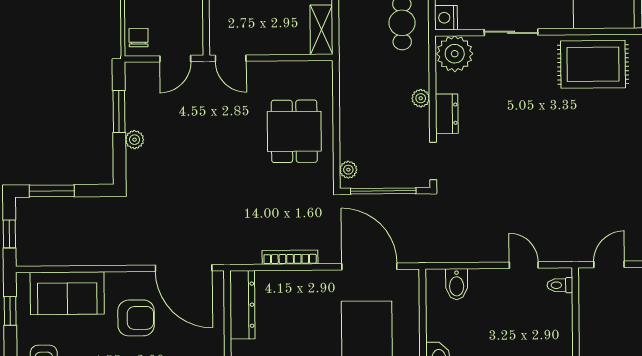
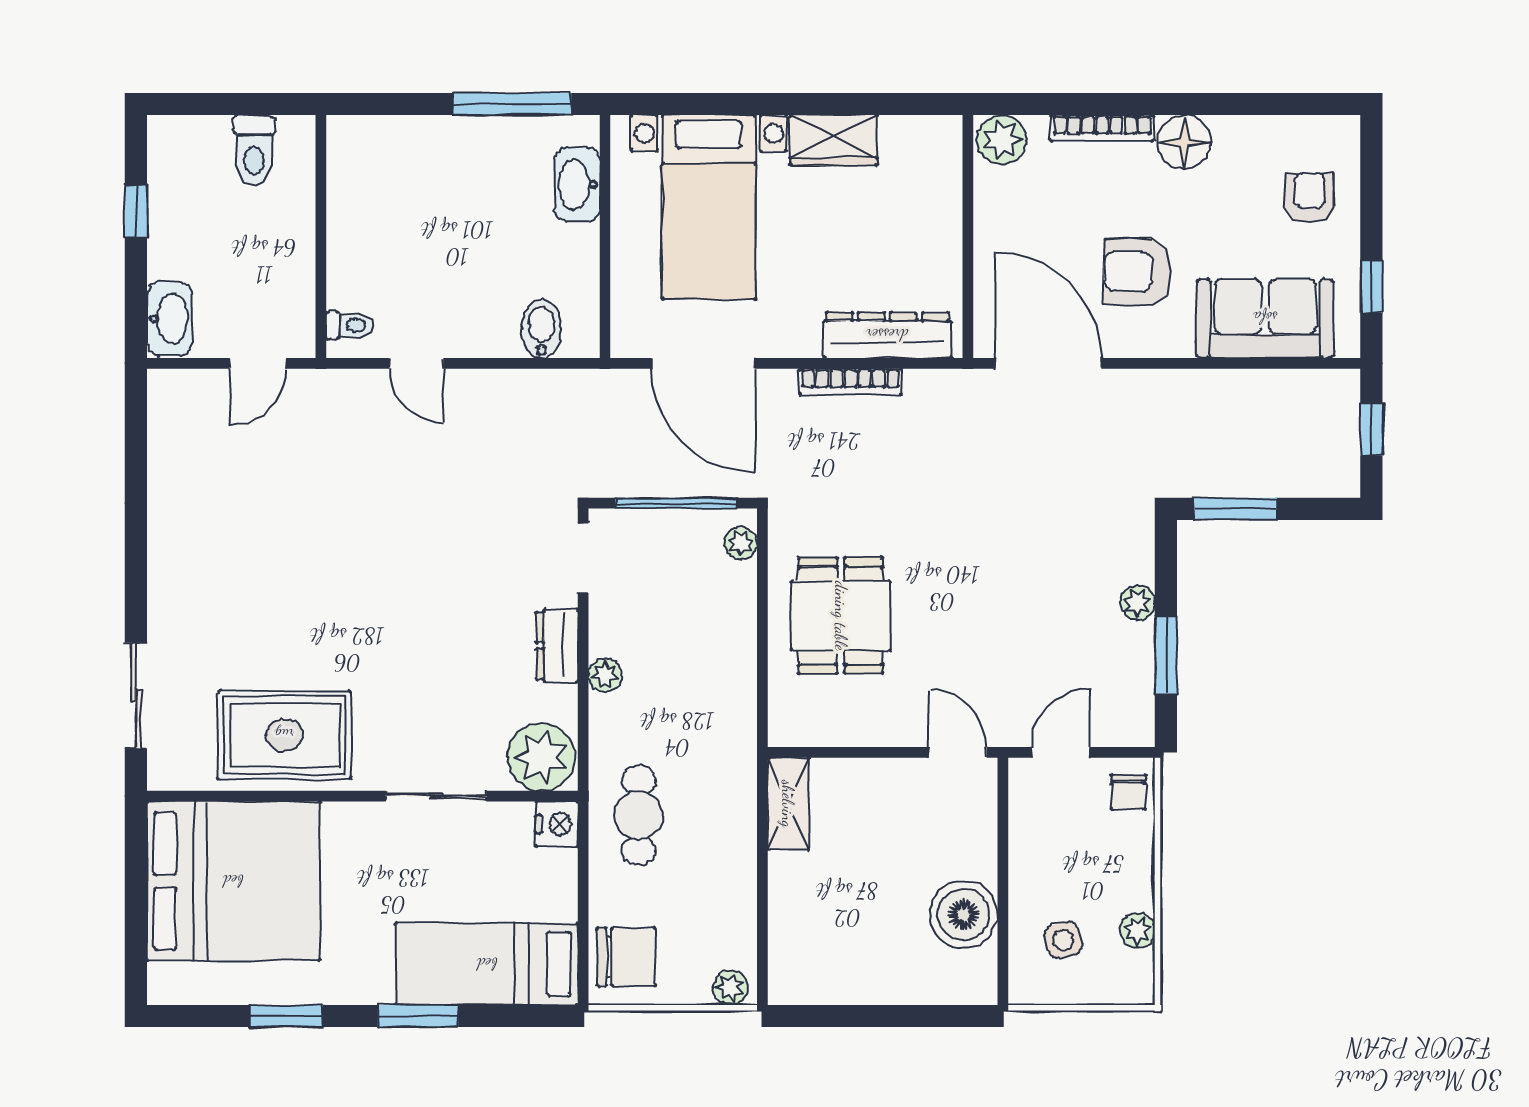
window: (52, 191) -> (1235, 509), moved
dresser: (242, 305) -> (887, 335), moved, turned 90

